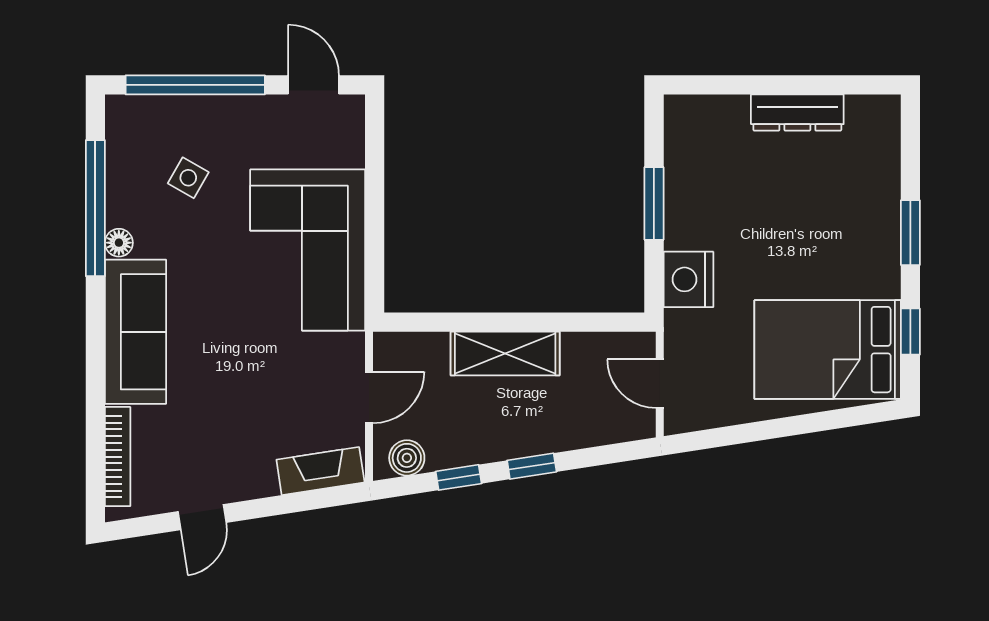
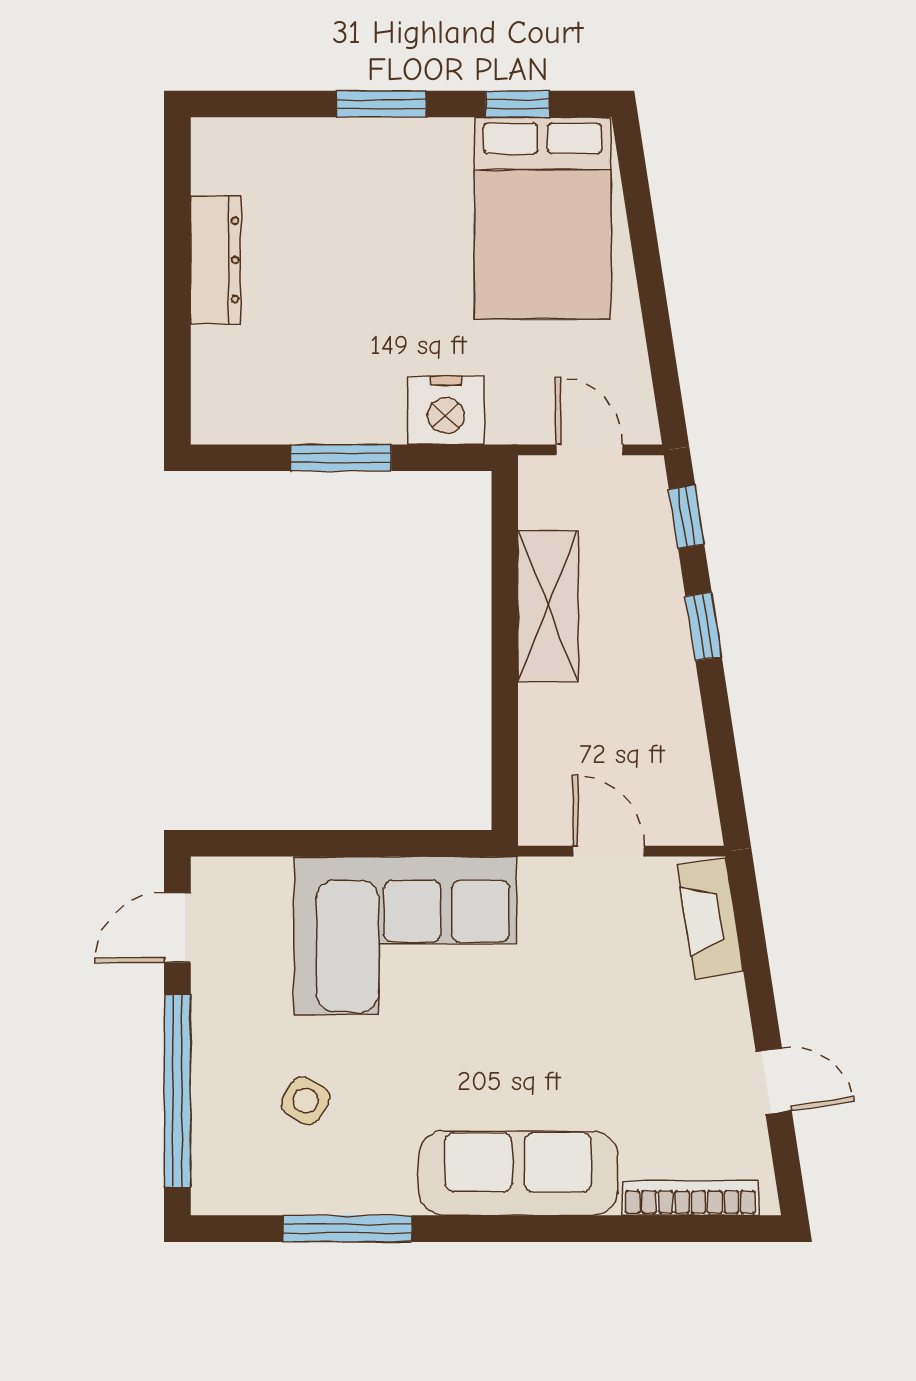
window: (95, 208) -> (347, 1229), width x0.68
floor lamp: (119, 243) -> (395, 1196), removed
shelving: (505, 354) -> (548, 606), moved
door: (660, 384) -> (590, 450), swing flipped
boiler: (407, 458) -> (692, 799), removed
window: (459, 477) -> (687, 517), moved

